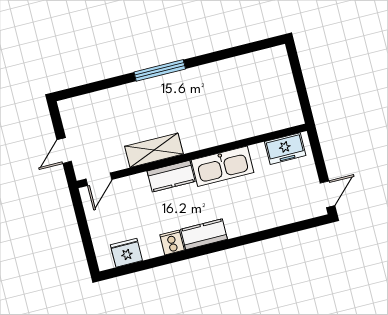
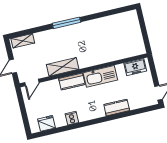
shelving: (81, 104) -> (23, 41), added
kitchen counter: (204, 234) -> (117, 108), moved

